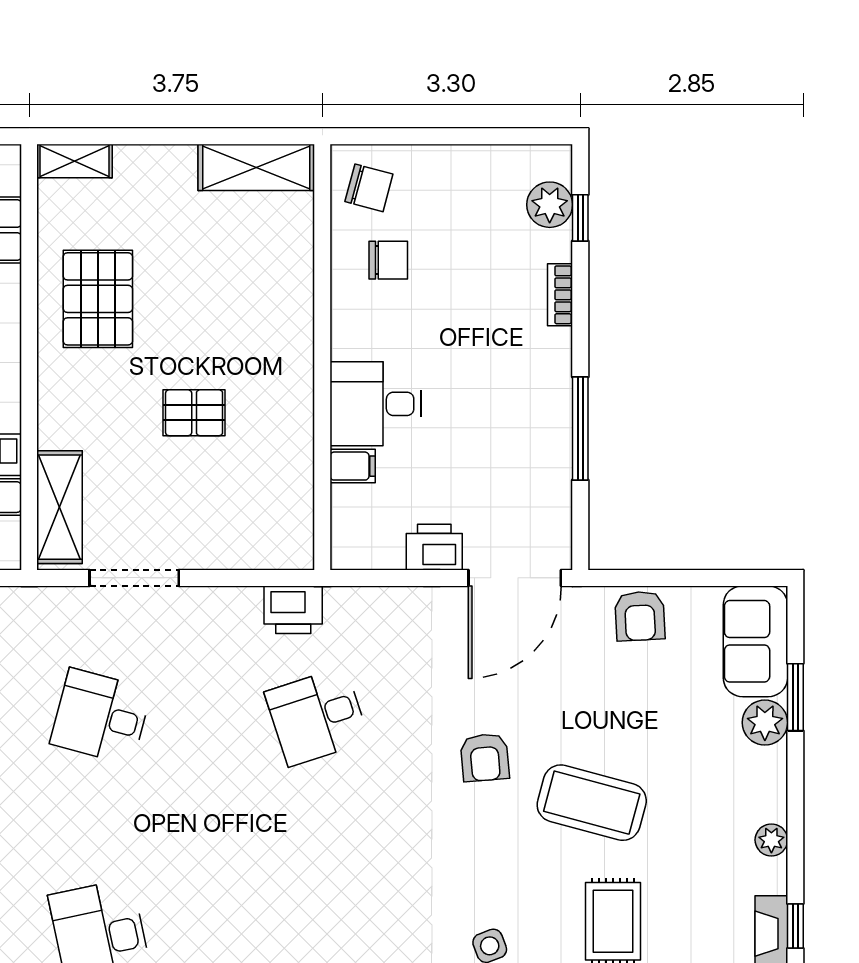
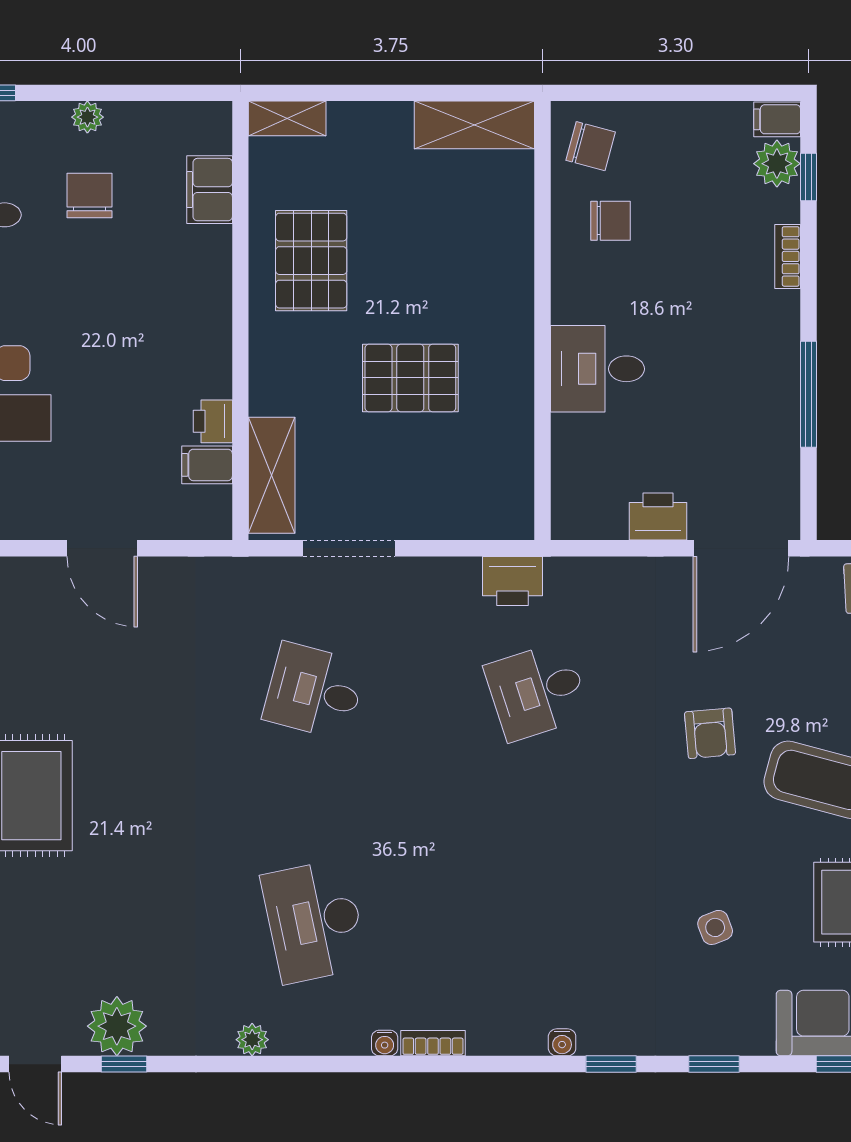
pallet: (194, 413) -> (410, 378), width x1.50, depth x1.42
filing cabinet: (353, 466) -> (777, 119), moved, turned 180

